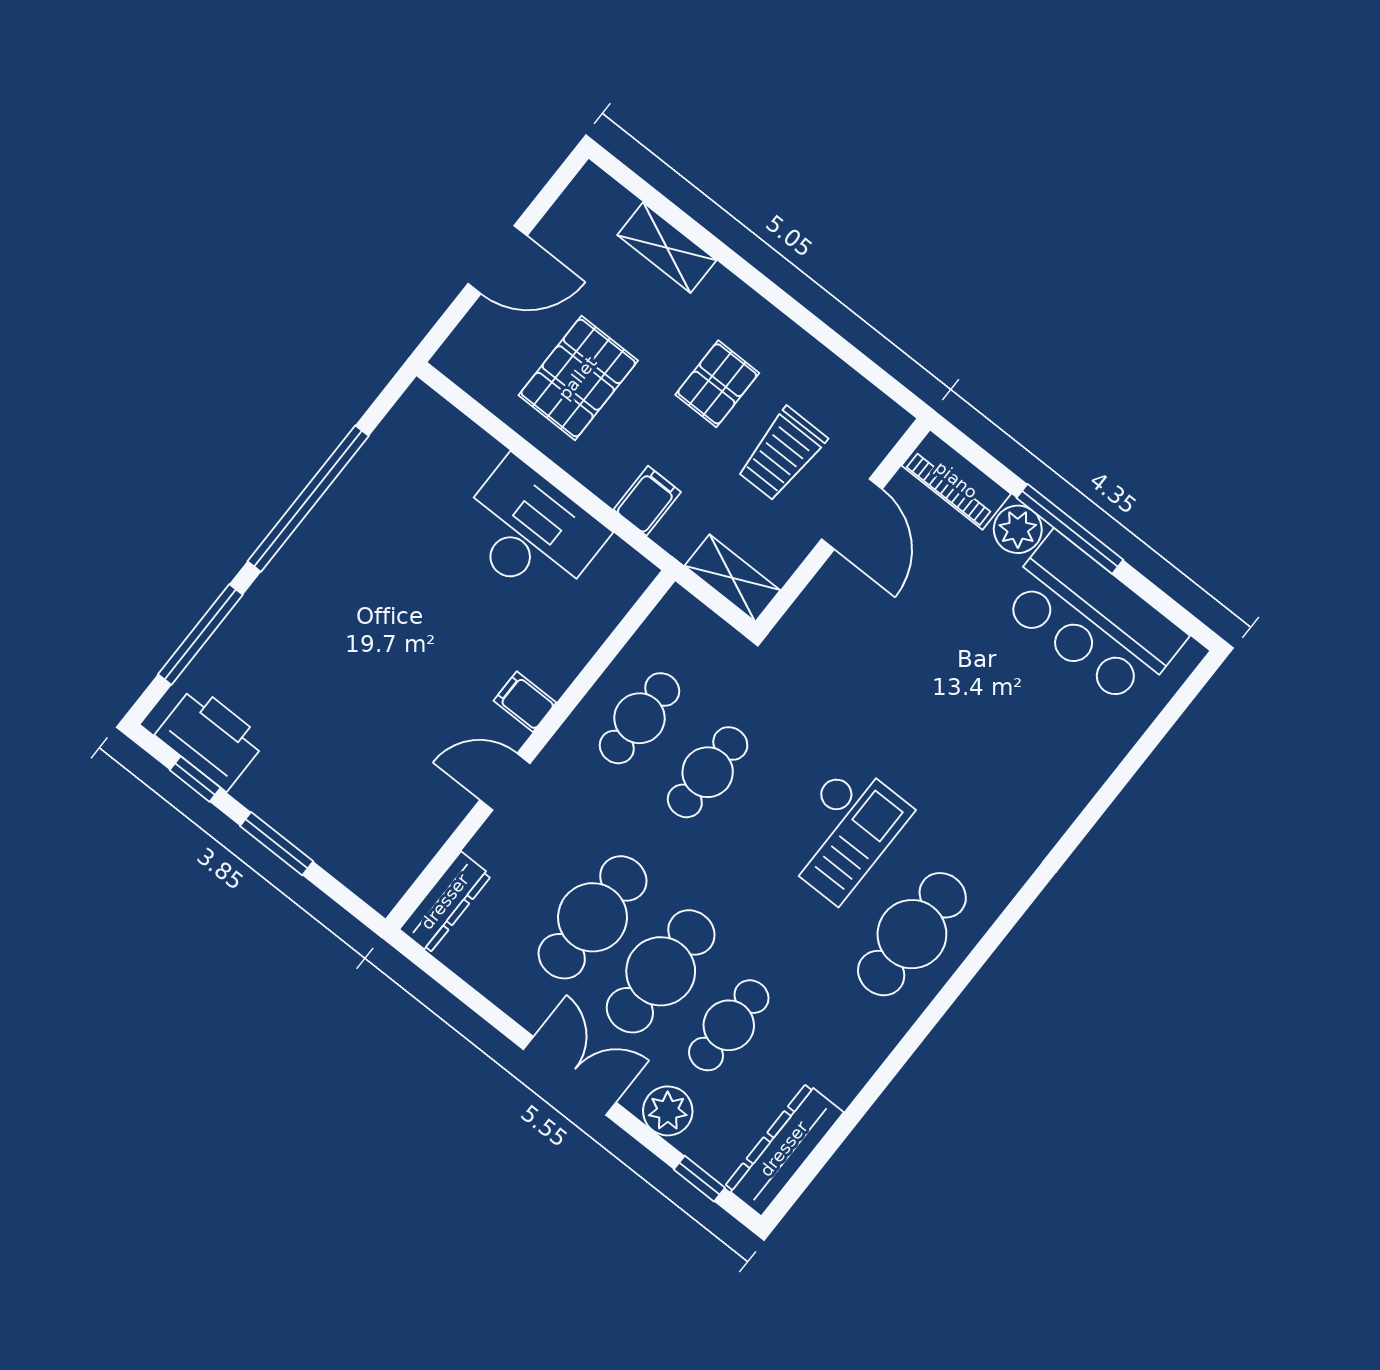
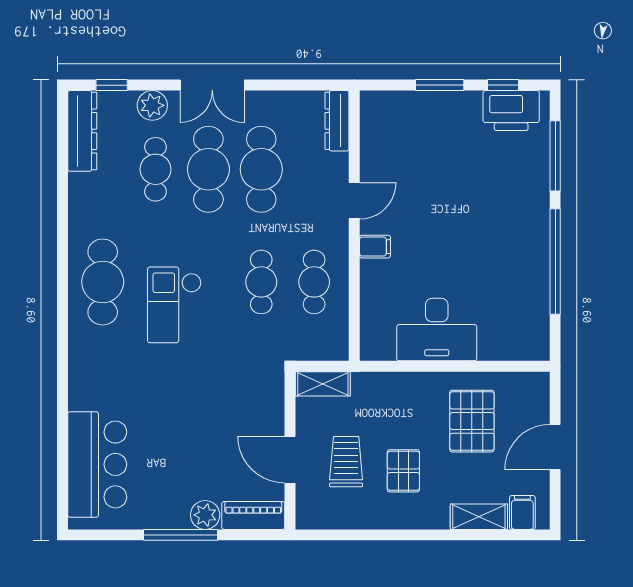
filing cabinet: (647, 501) -> (522, 512), moved, turned 180
bar counter: (1092, 619) -> (97, 464), moved, turned 90

